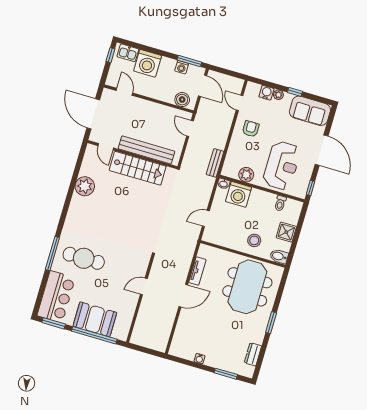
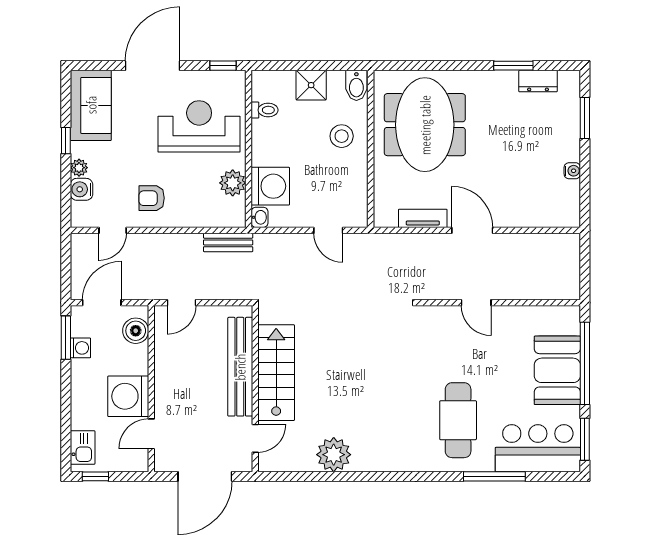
washing machine: (148, 63) -> (128, 396), moved, turned 180
window: (52, 254) -> (494, 476), moved
meeting table: (247, 287) -> (425, 125), turned 90
window: (271, 323) -> (513, 66), moved

